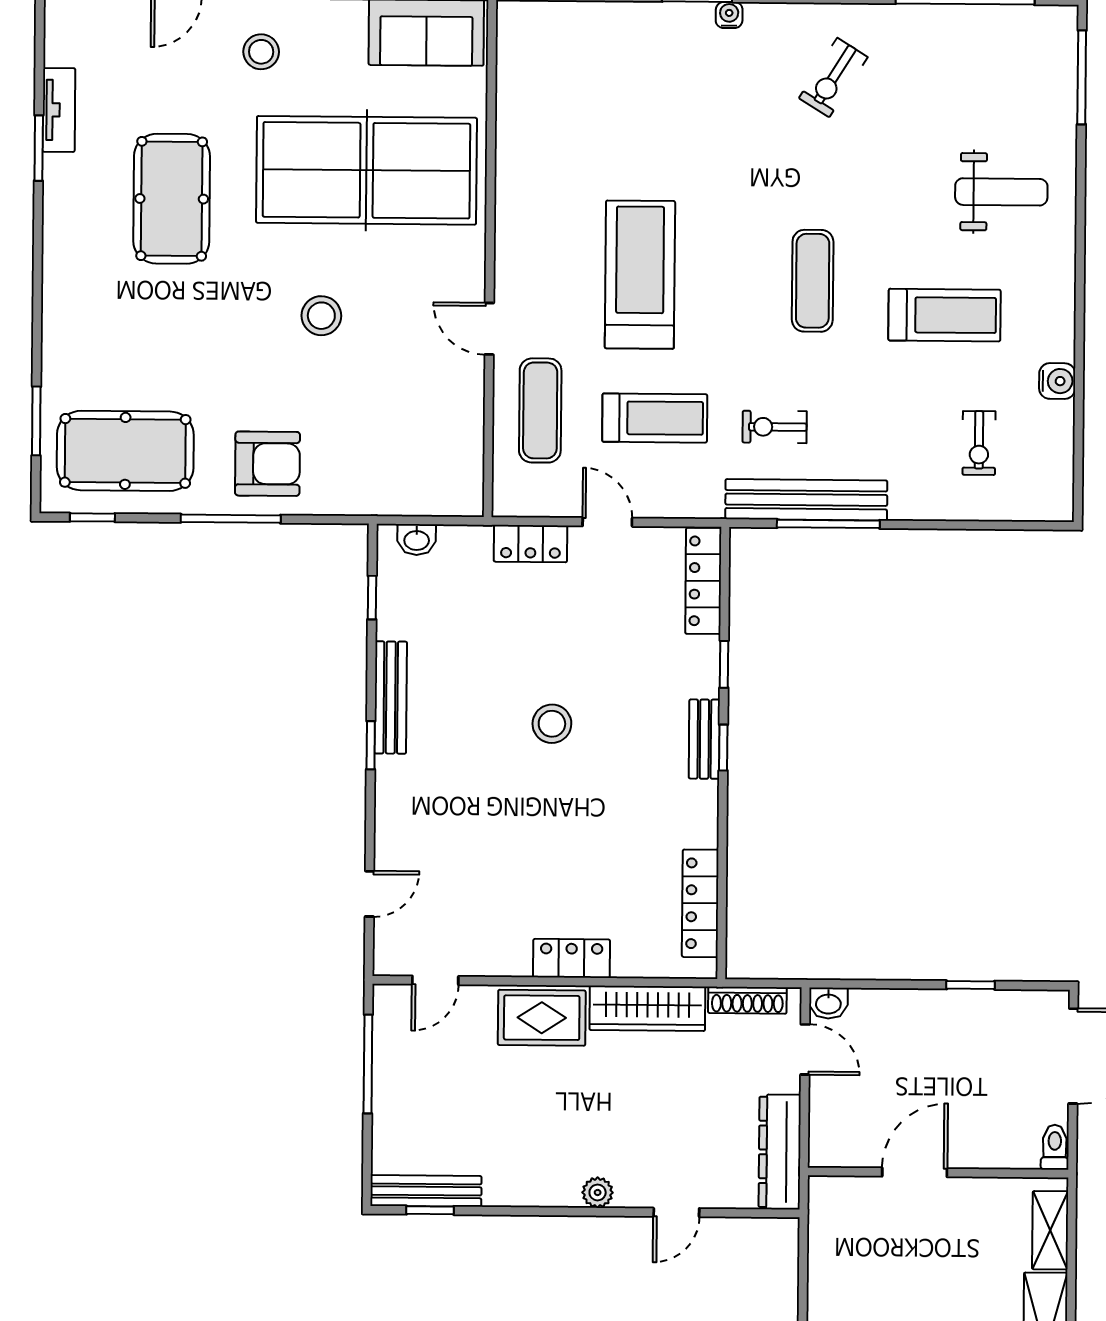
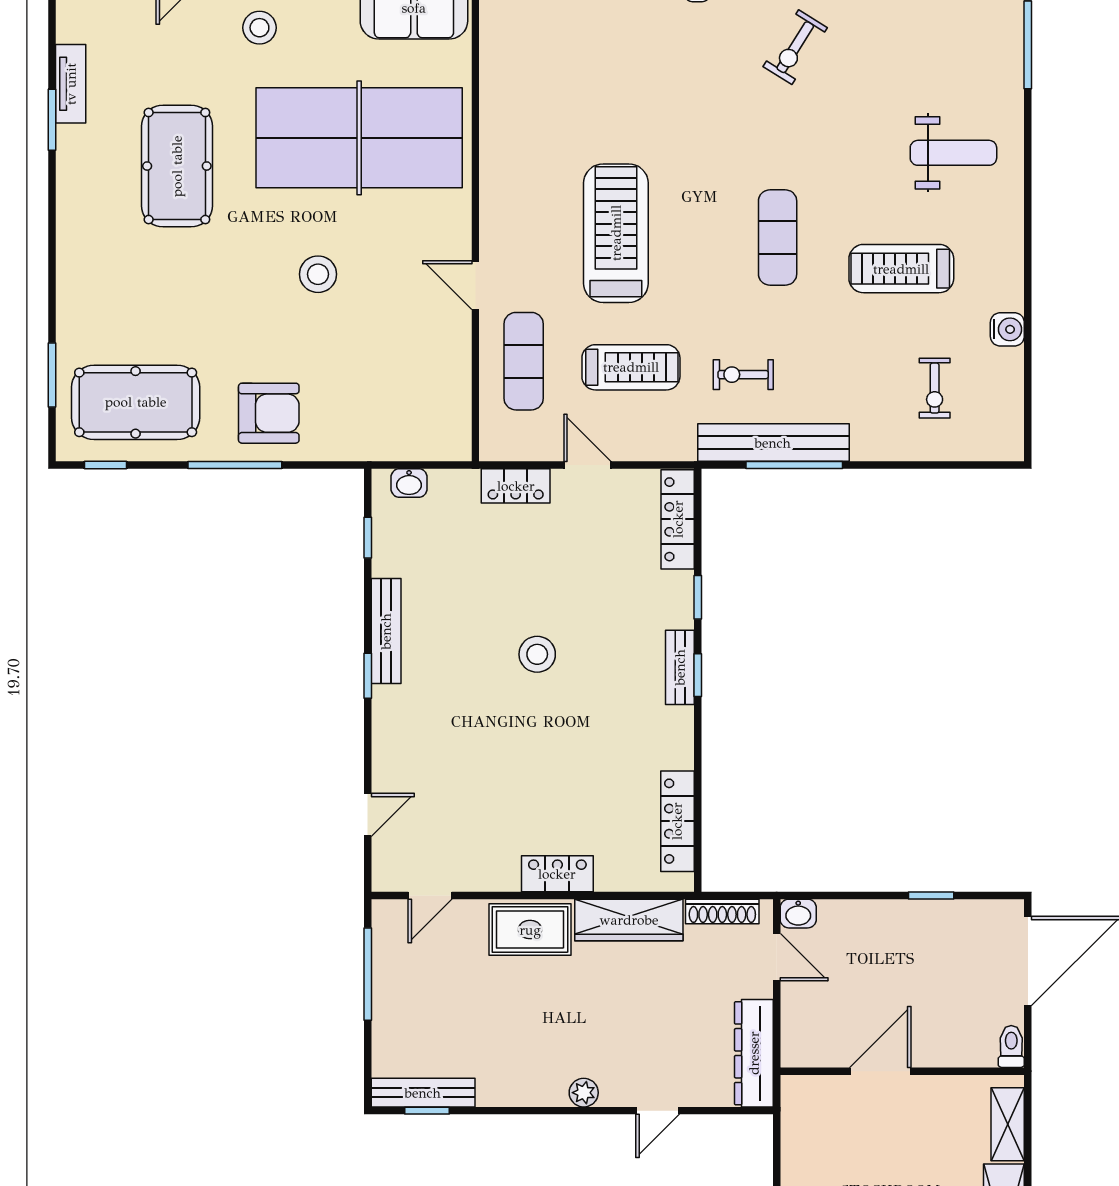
treadmill: (945, 315) -> (901, 269), turned 180

